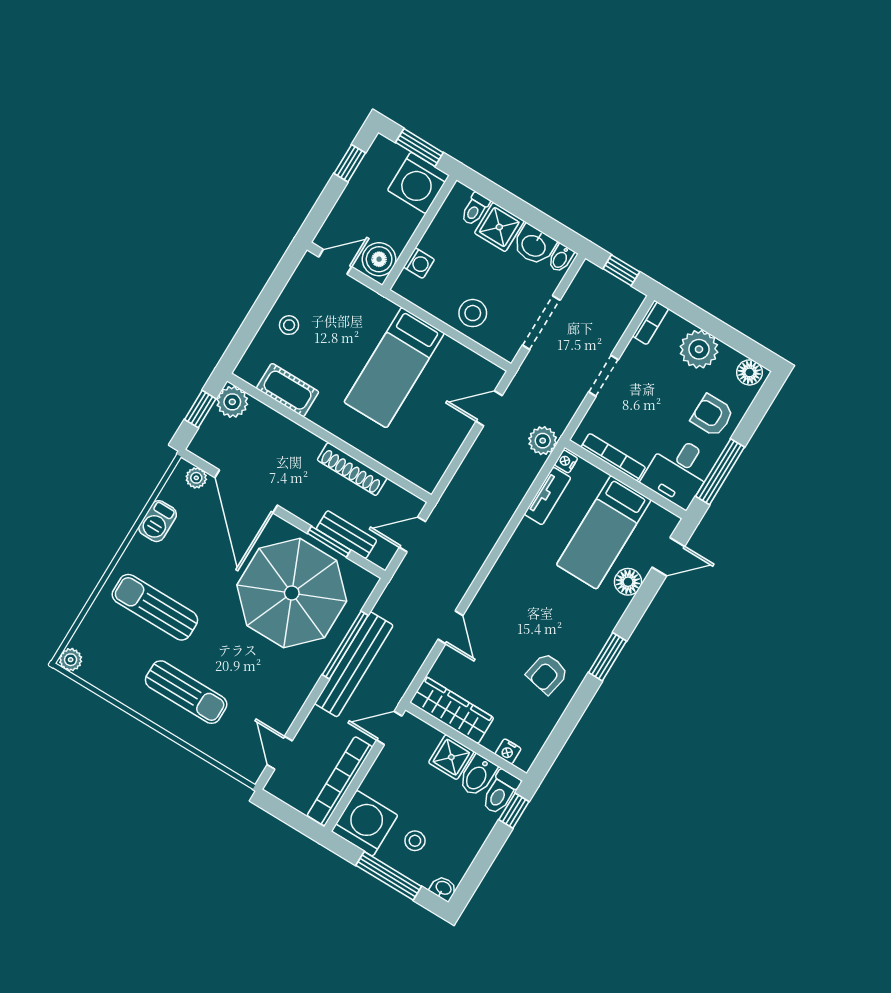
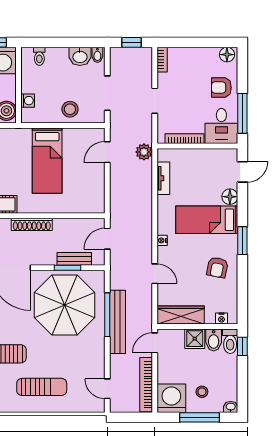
shower: (499, 227) -> (57, 58), removed
plant: (699, 349) -> (195, 58), removed
nightstand: (566, 461) -> (162, 240), moved
shoe rack: (352, 469) -> (32, 224), moved
bed: (604, 532) -> (207, 220), moved, turned 90

